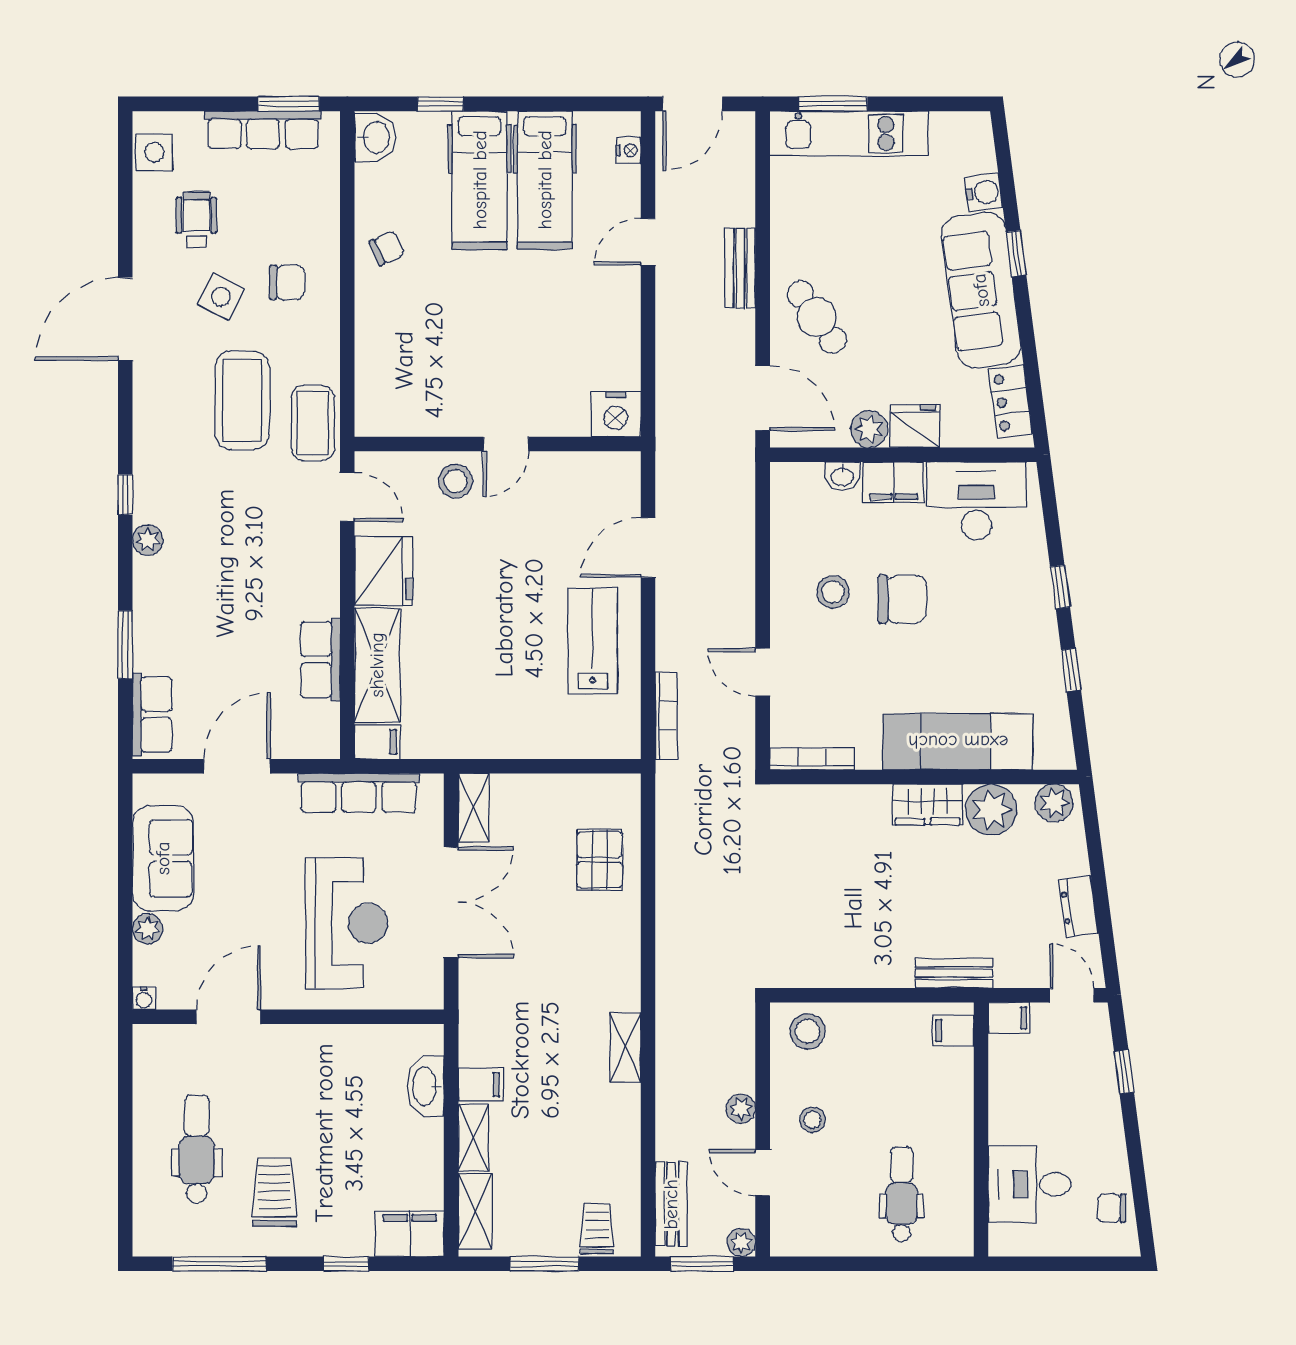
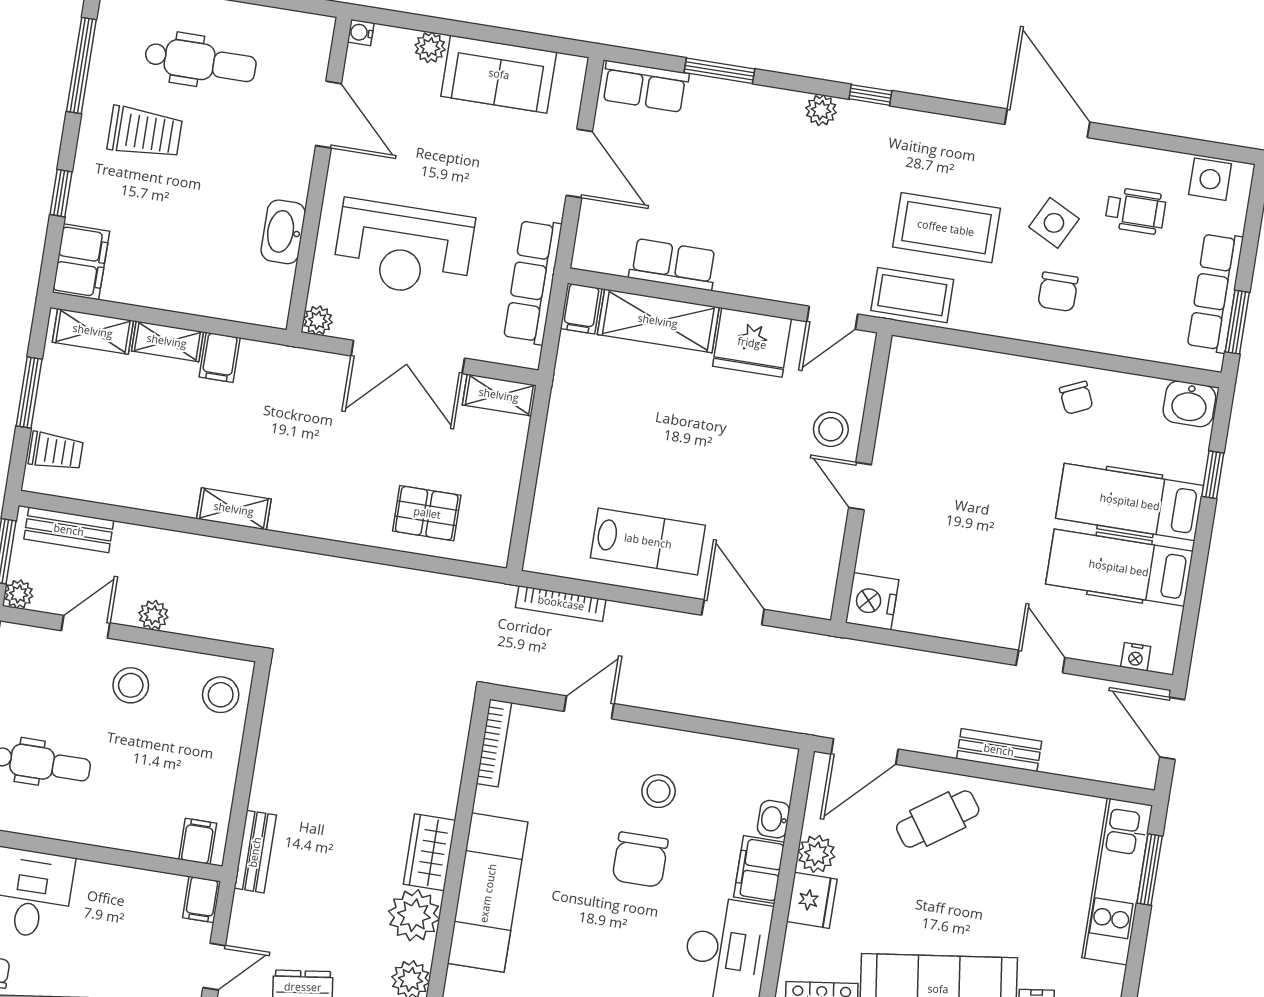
plant: (430, 995) -> (318, 320), added
washbasin: (425, 1086) -> (283, 232), moved, turned -90
stool: (812, 1120) -> (131, 685), width x1.37, depth x1.37

